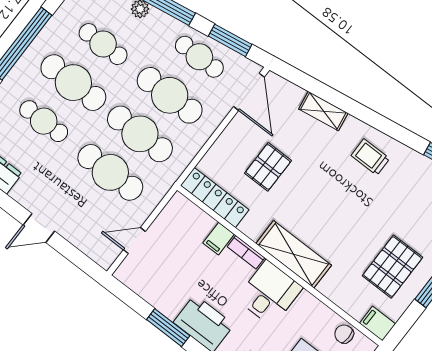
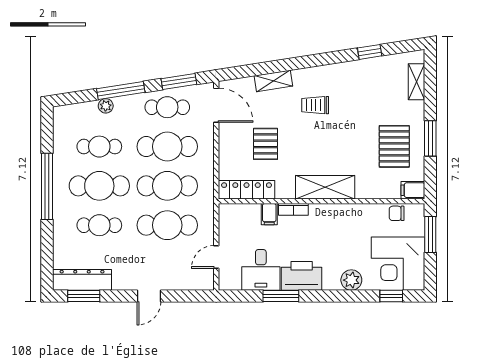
trolley: (370, 157) -> (315, 105), moved
desk: (269, 293) -> (261, 270), moved, turned 180

